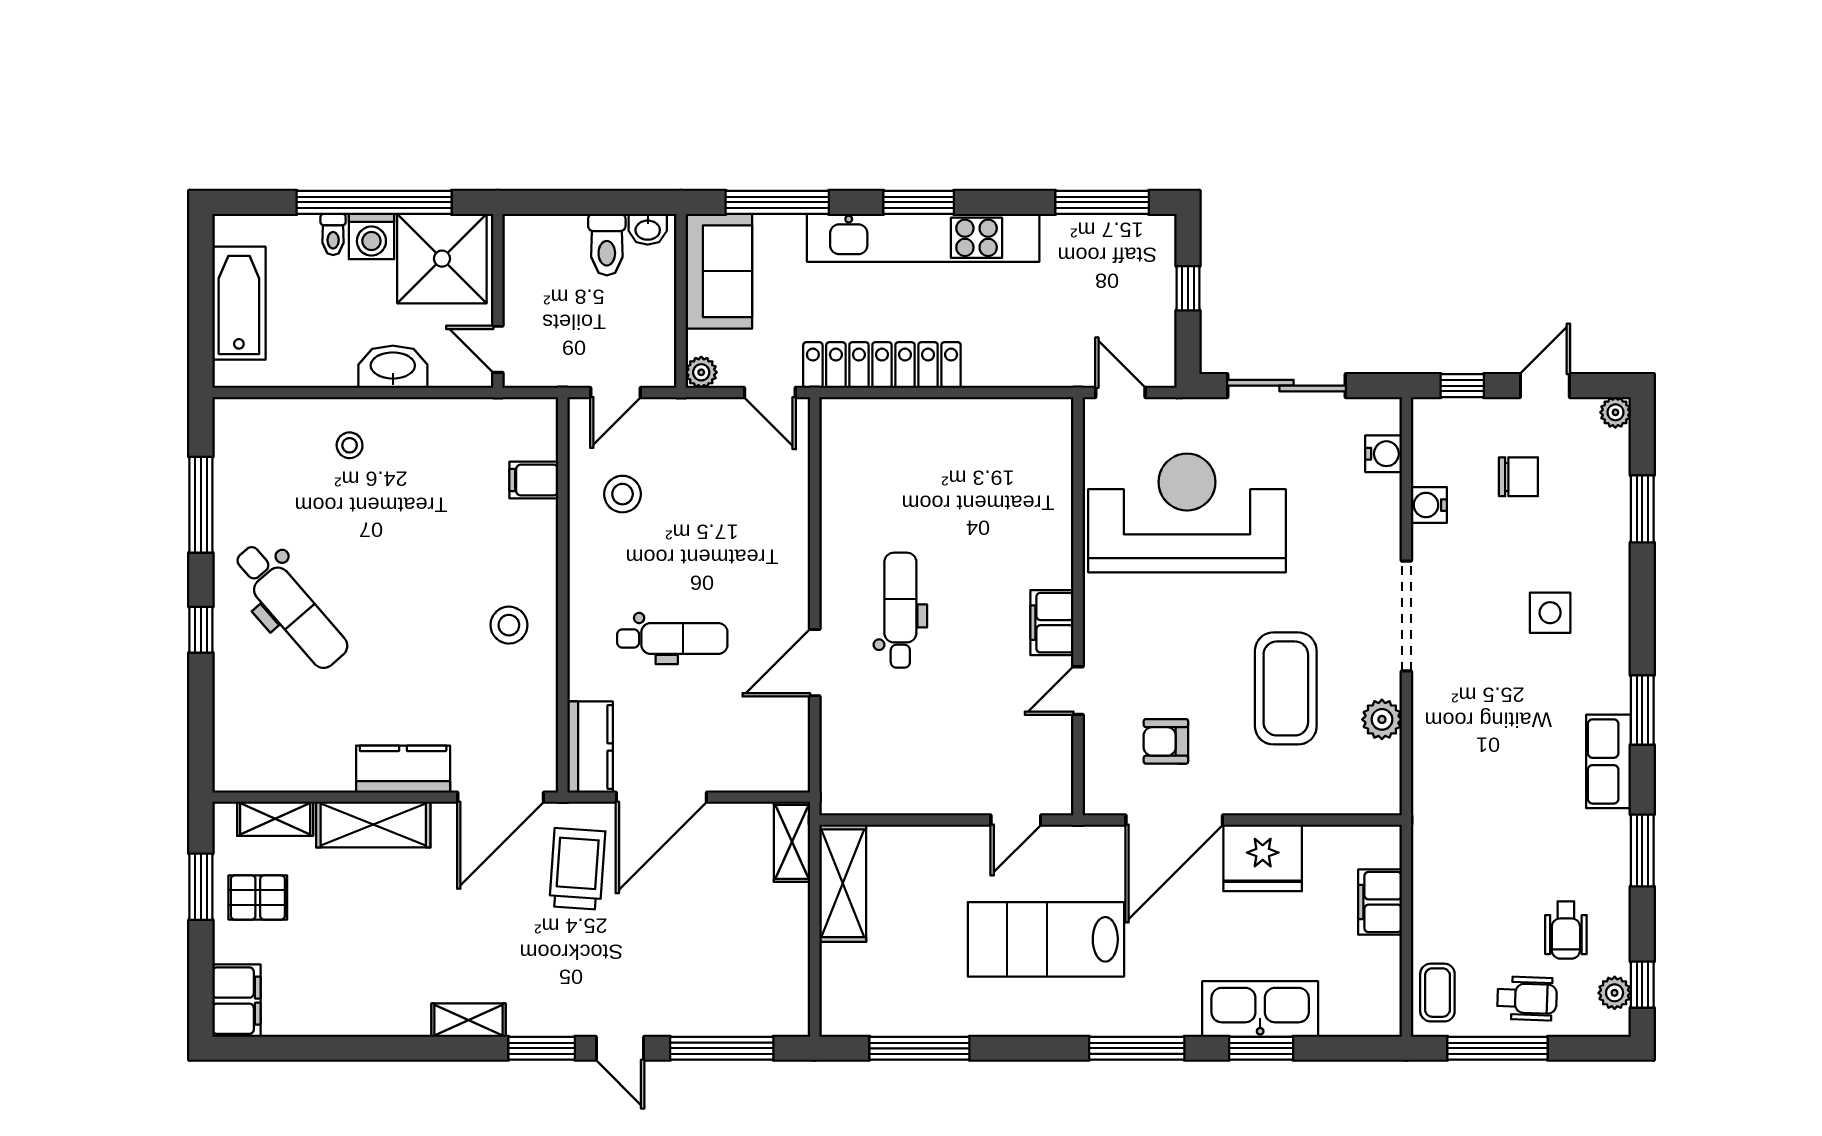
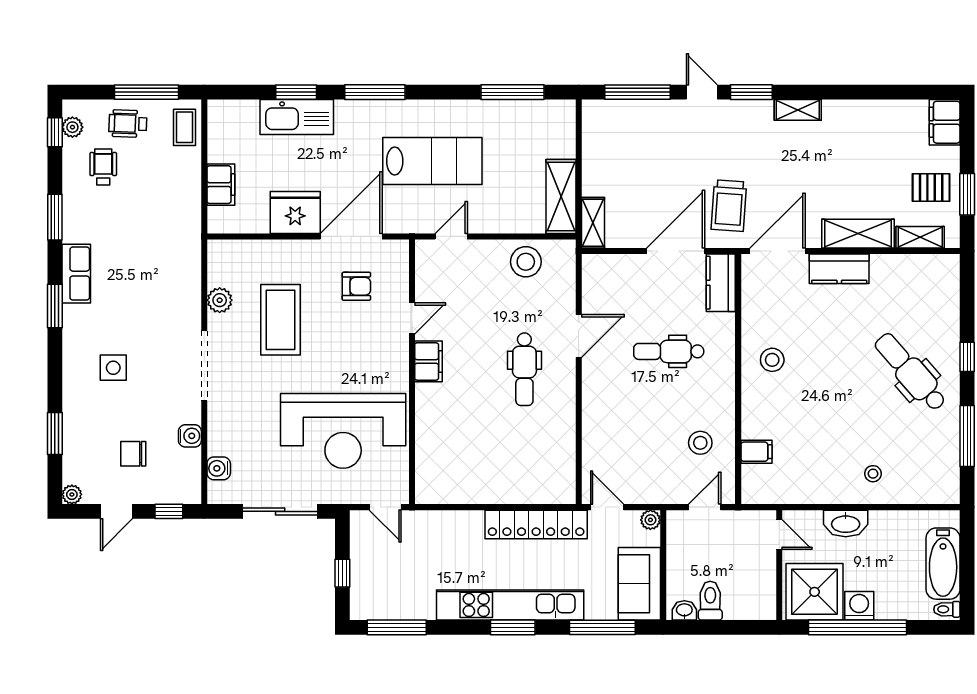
toilet: (333, 234) -> (947, 609), moved, turned -90
stool: (898, 780) -> (526, 262), added

